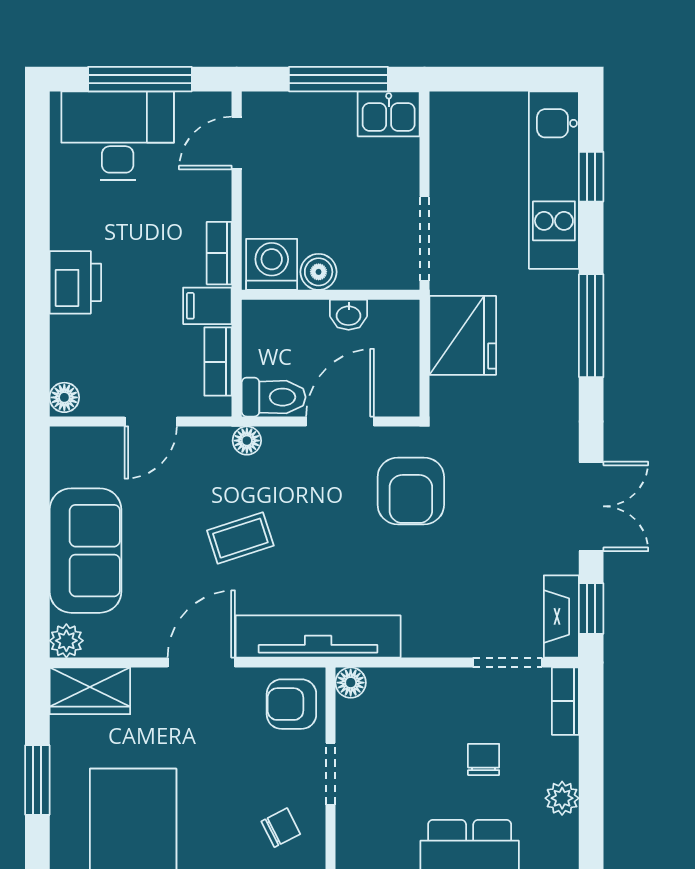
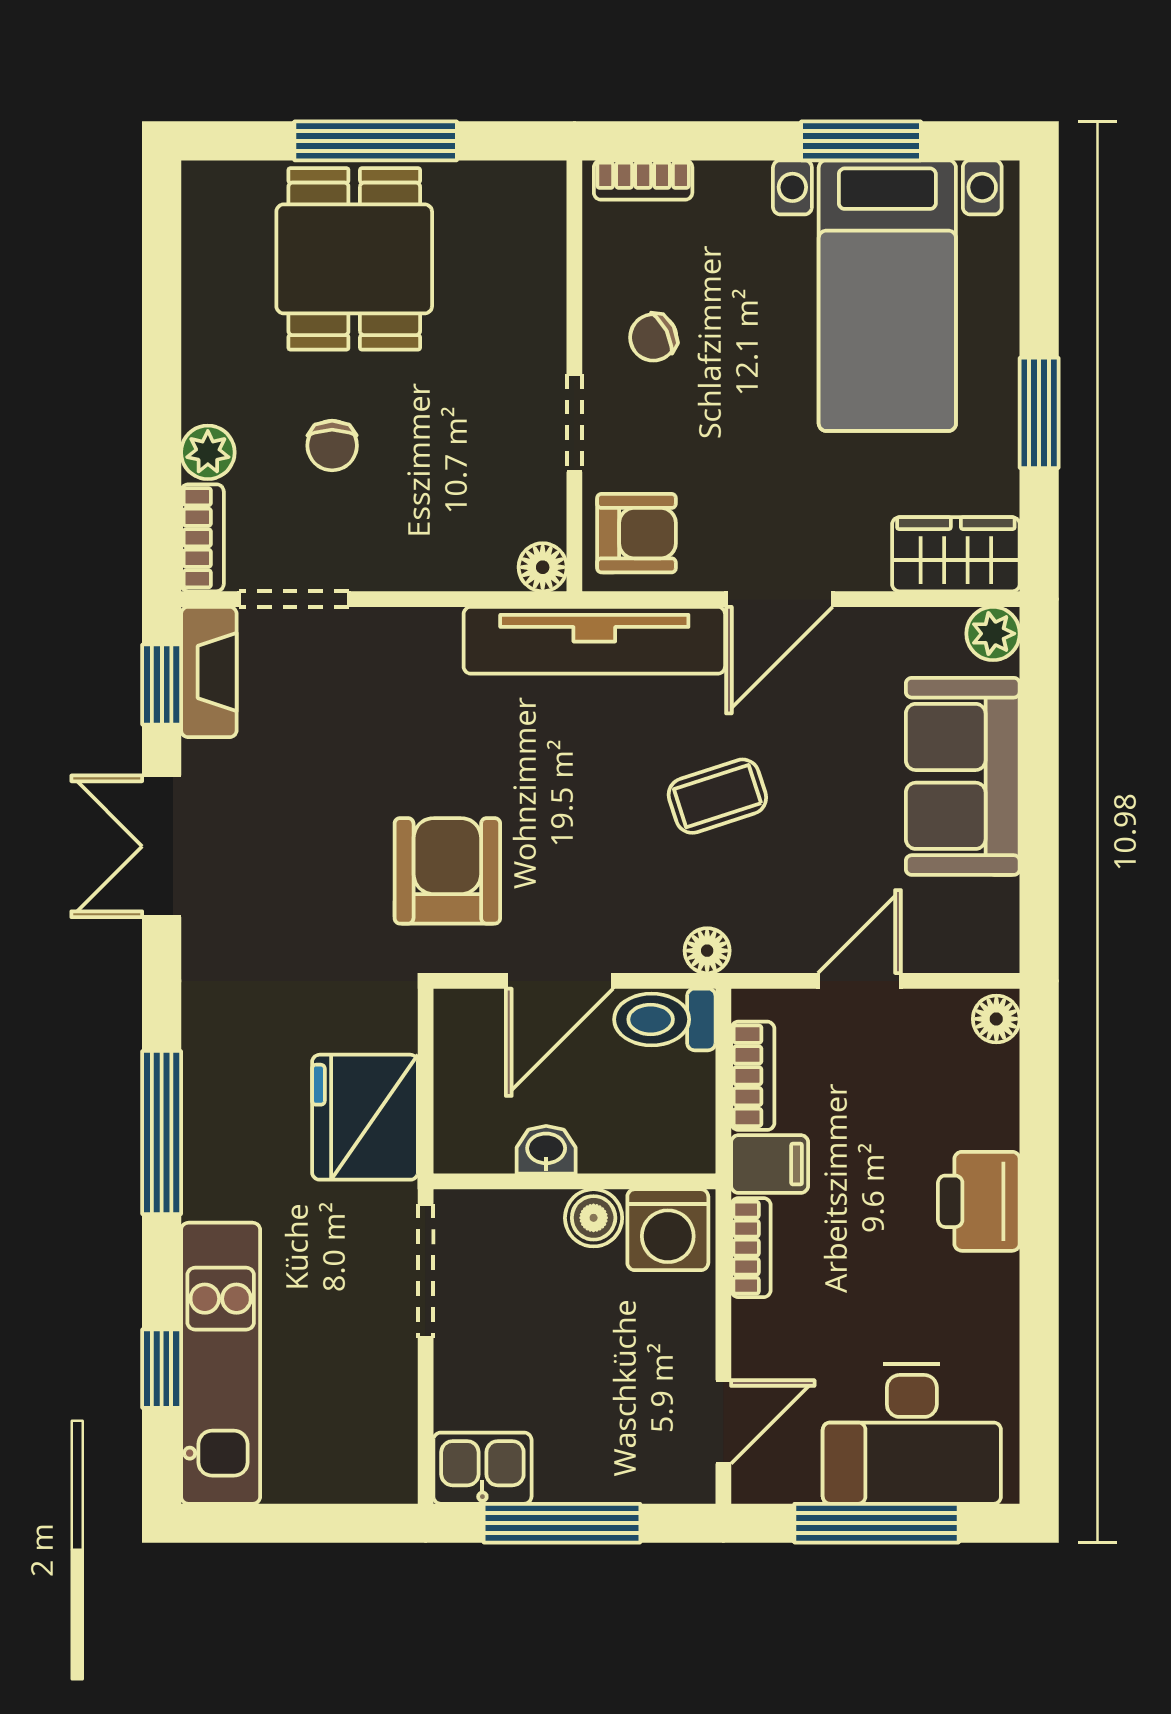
plant: (562, 798) -> (208, 452), moved

